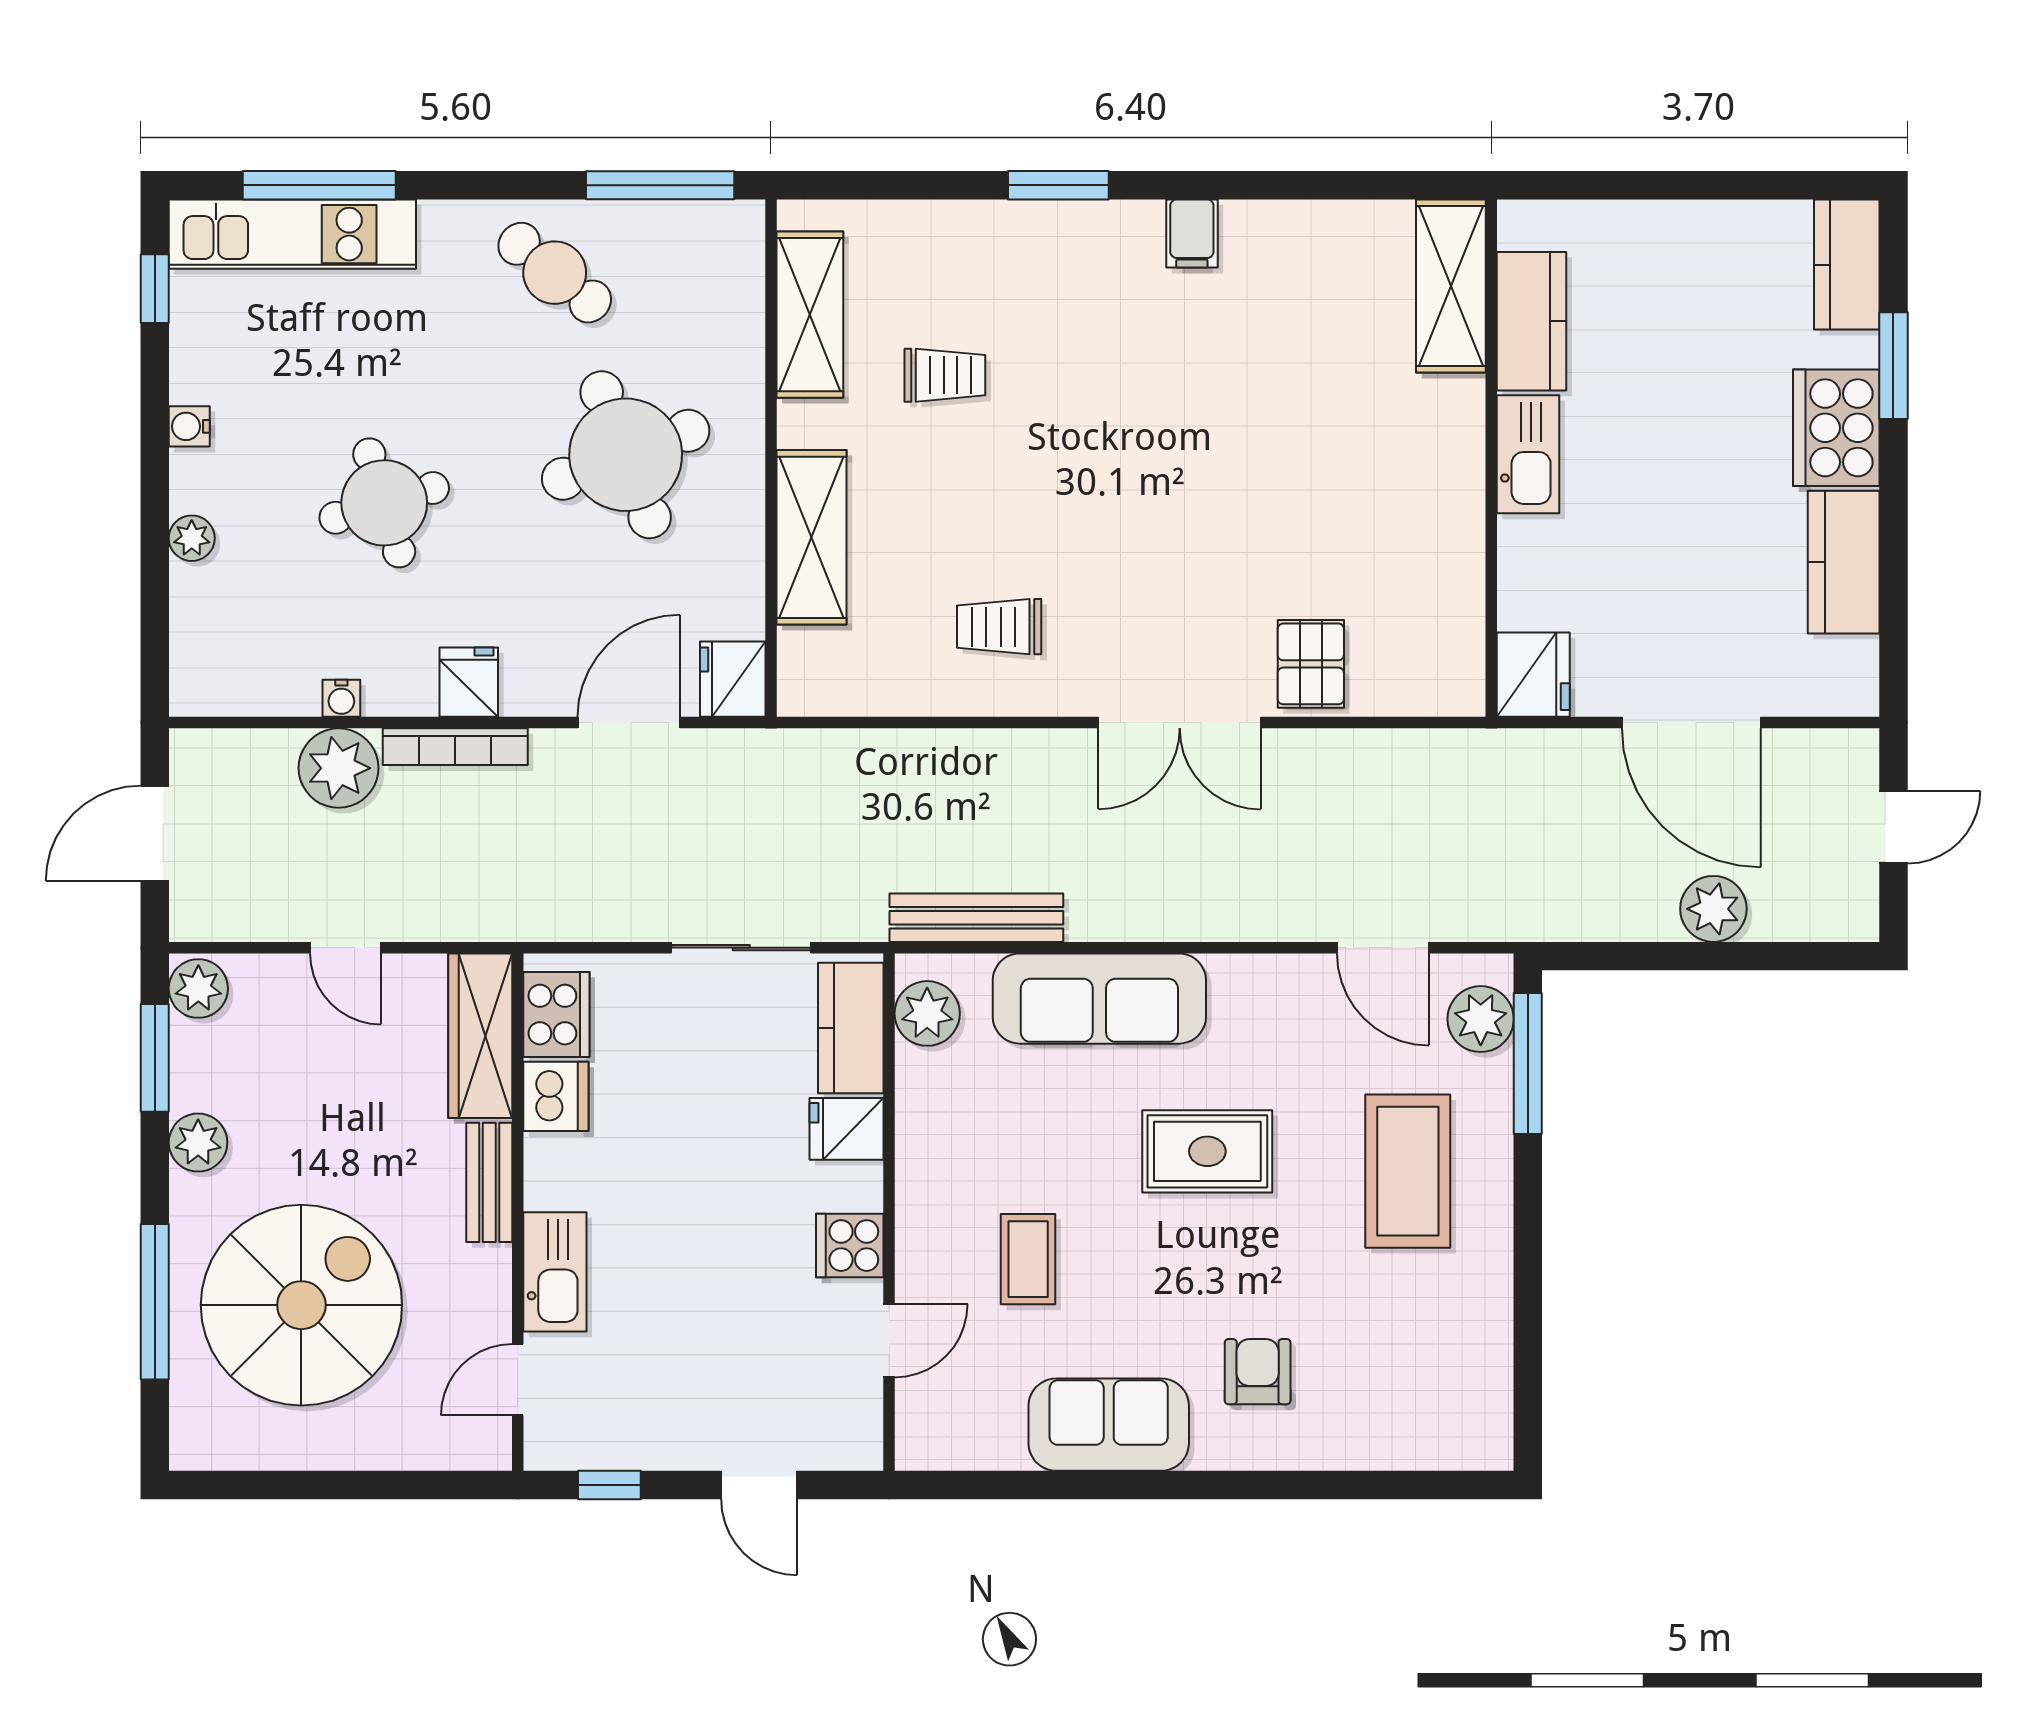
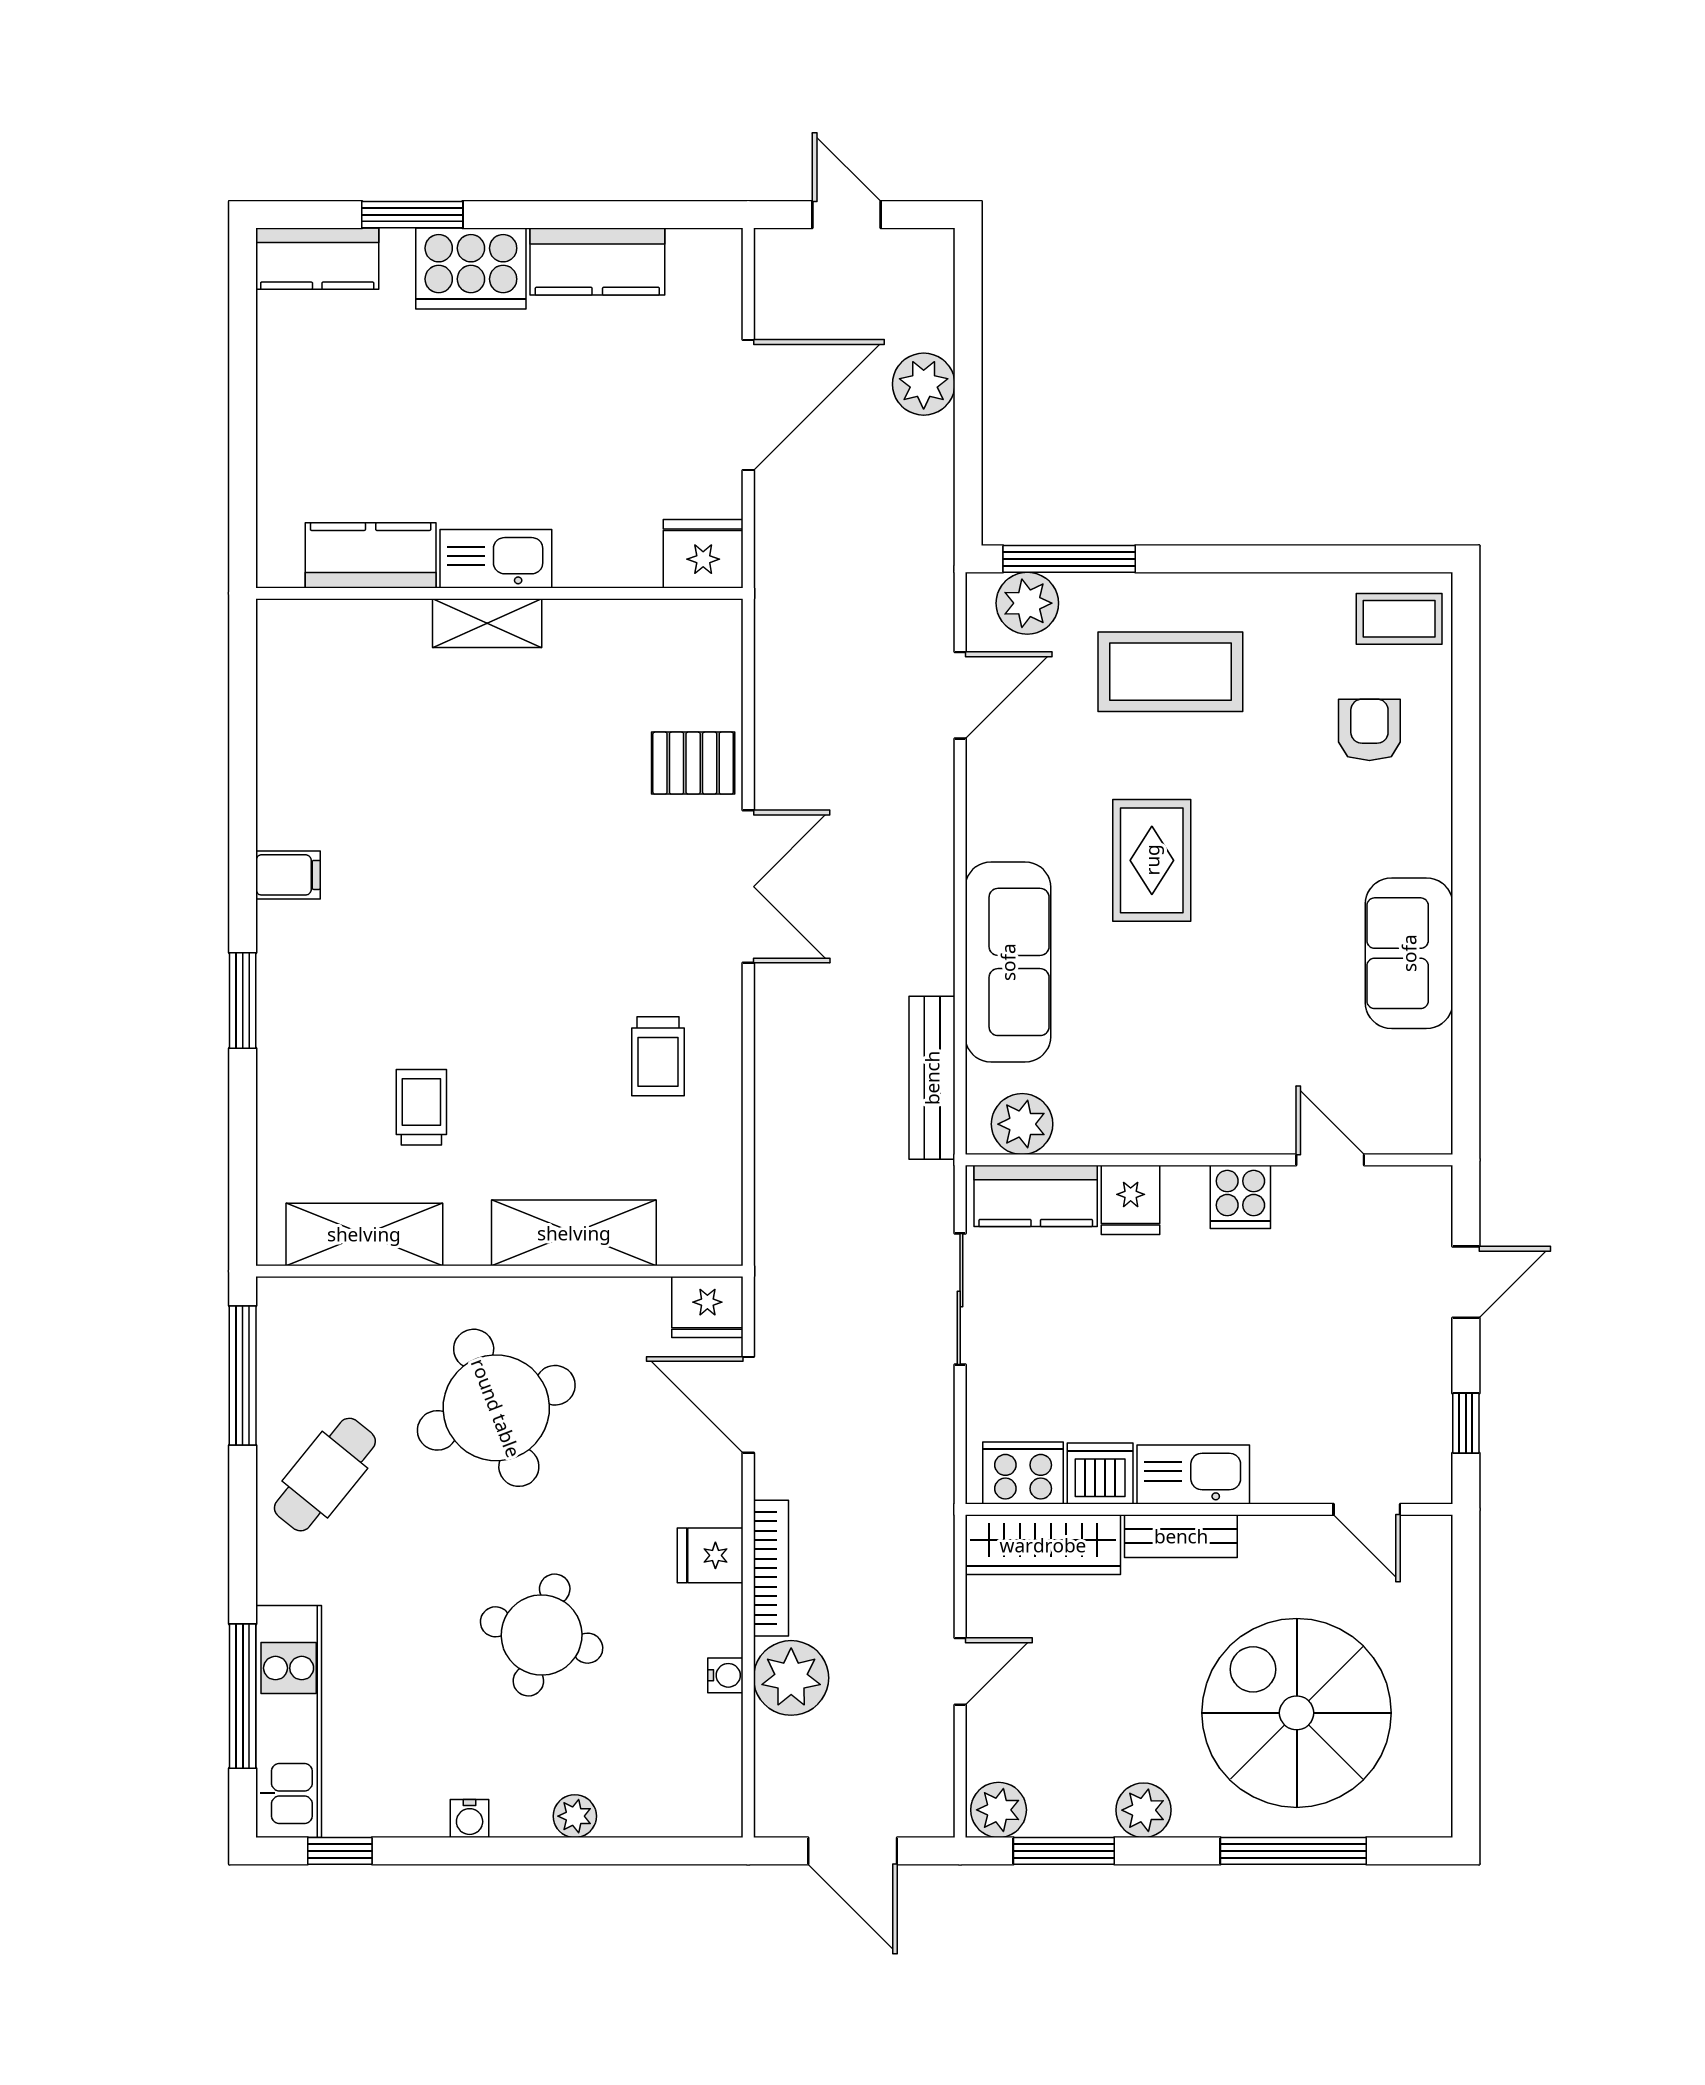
shelving: (1451, 286) -> (487, 623), moved, width x0.67, depth x0.75
round table: (384, 503) -> (542, 1635), turned 33
coffee table: (1028, 1259) -> (1399, 619), moved
kitchen sink: (555, 1272) -> (1193, 1474), moved
armchair: (1258, 1372) -> (1369, 730), moved, turned 90

